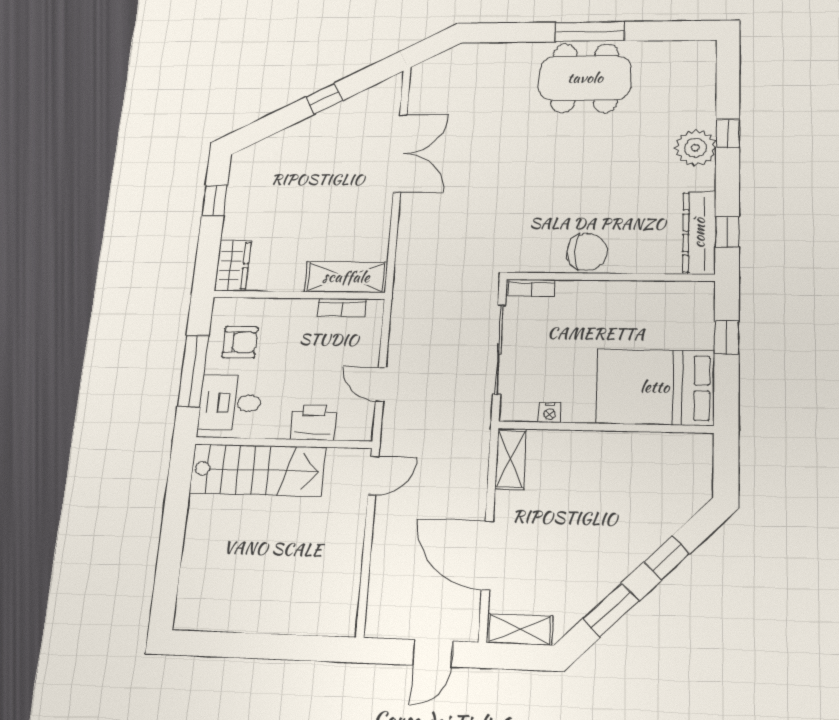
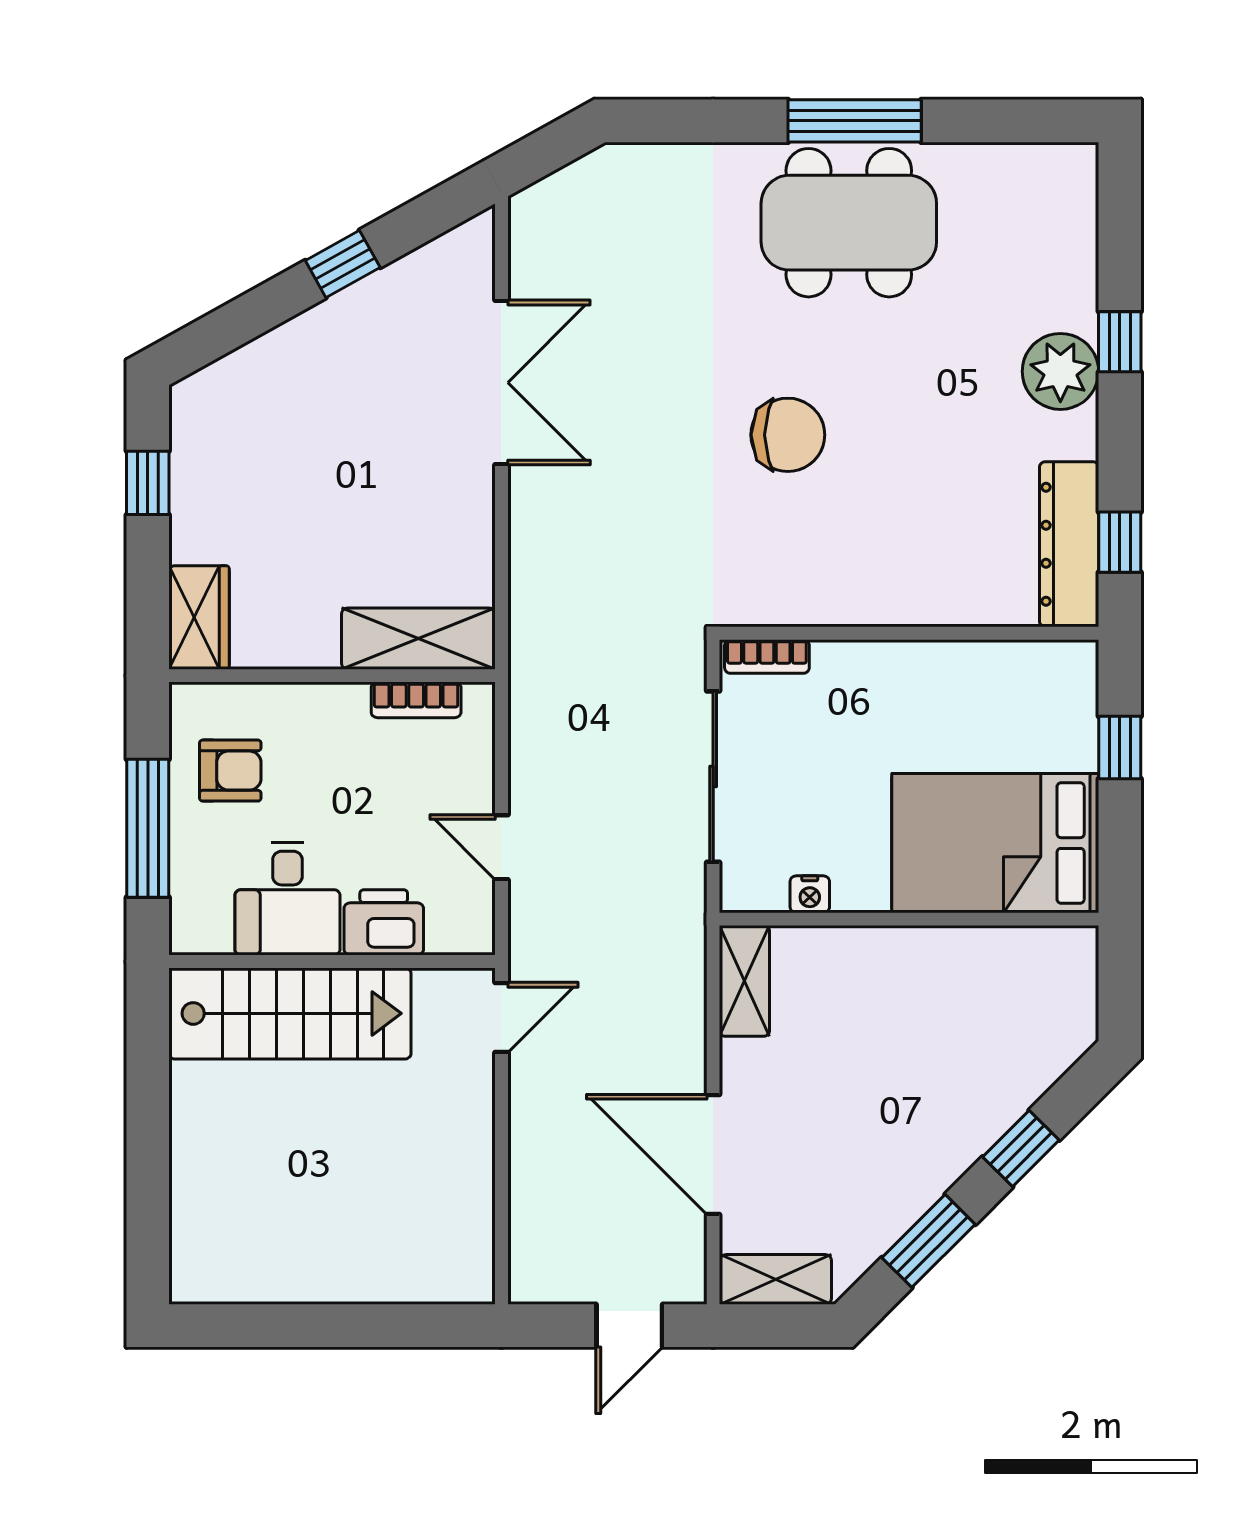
chair: (587, 252) -> (788, 435), moved
desk: (230, 403) -> (287, 899), moved, turned -90

